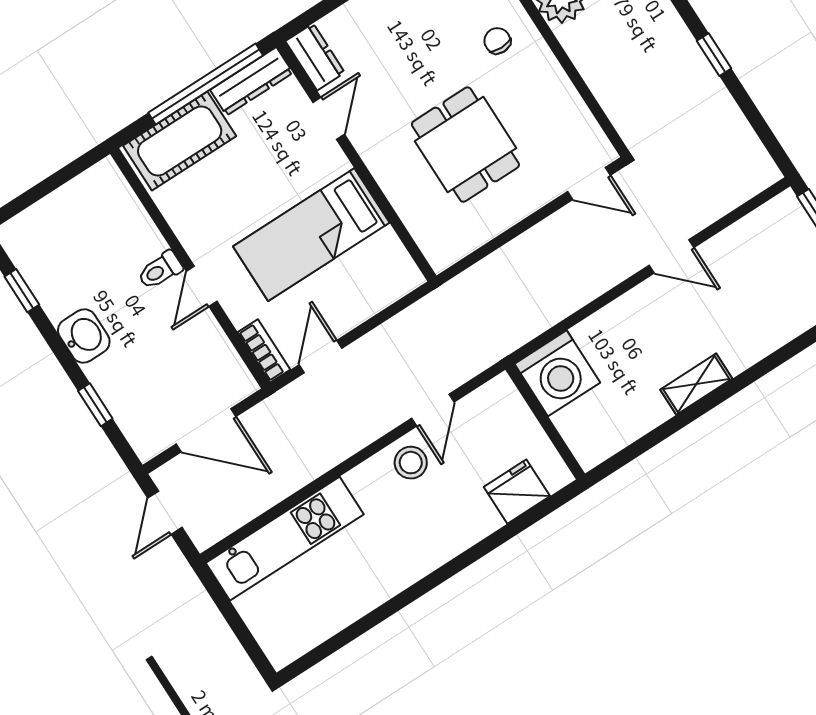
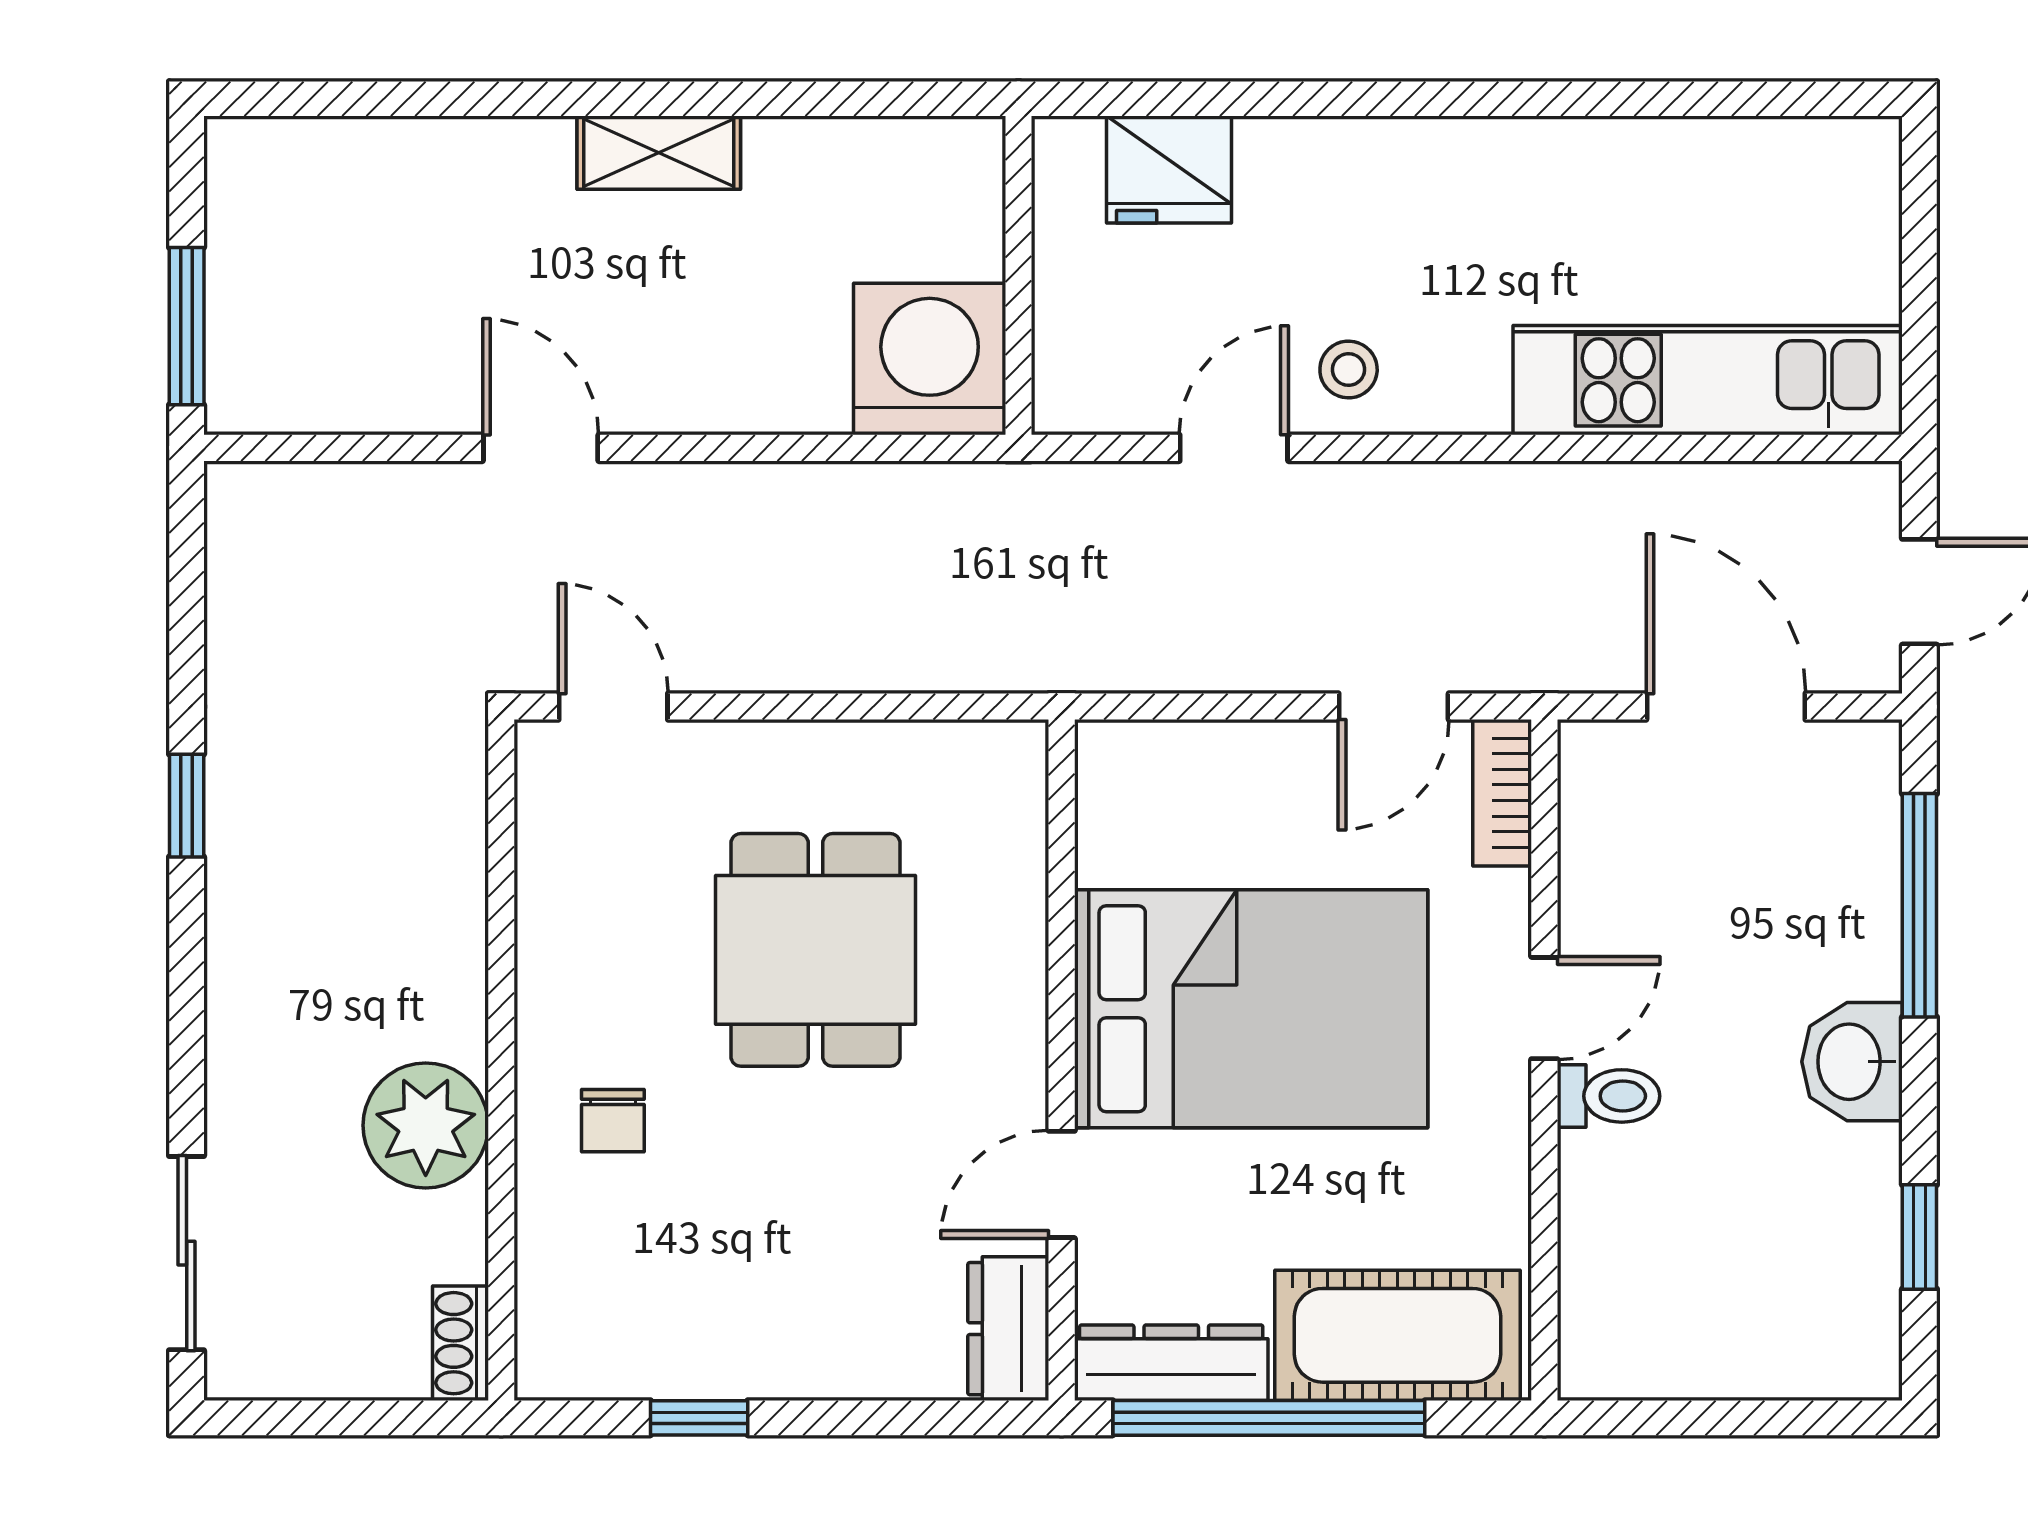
bed: (311, 235) -> (1251, 1009), width x1.50
window: (95, 405) -> (1919, 905), width x2.17
stool: (411, 463) -> (1349, 369), width x0.73, depth x0.73

